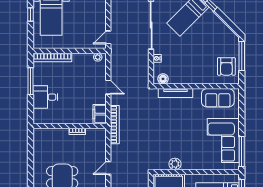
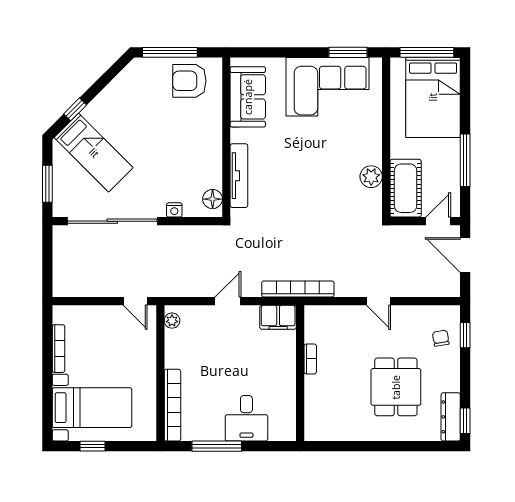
armchair: (226, 66) -> (189, 81), turned 180
window: (242, 152) -> (348, 52), width x0.69

